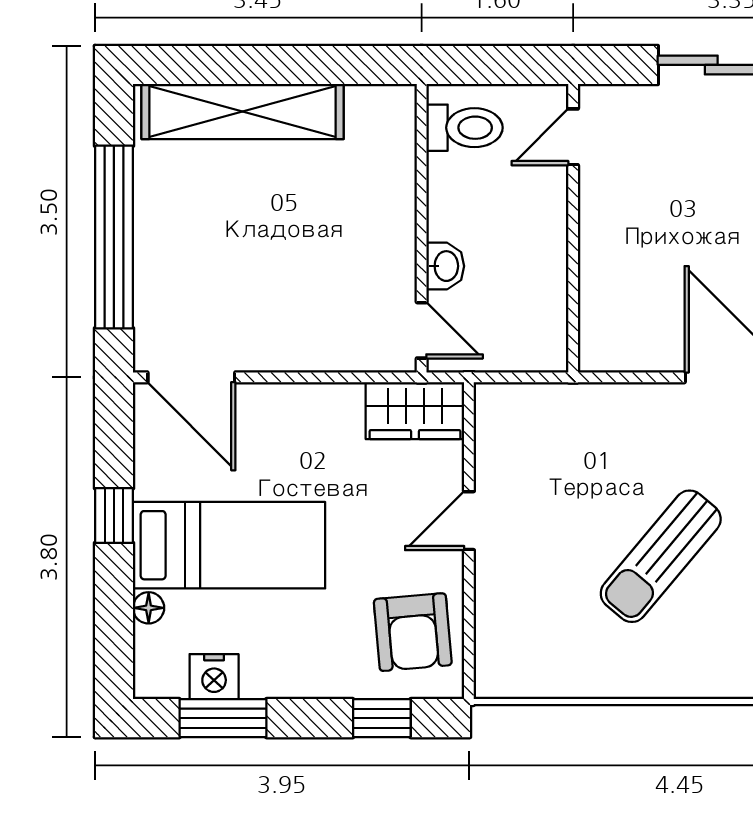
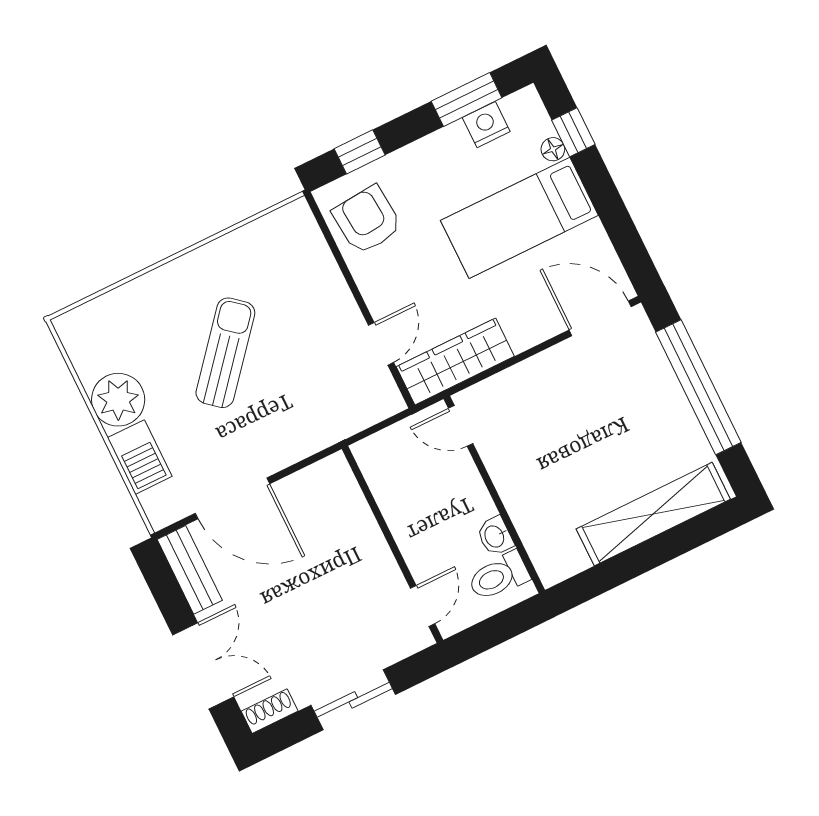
washbasin: (445, 266) -> (495, 536), moved
wardrobe: (415, 411) -> (455, 362), width x1.50
window: (114, 516) -> (573, 132), moved
door: (469, 521) -> (381, 344), moved

